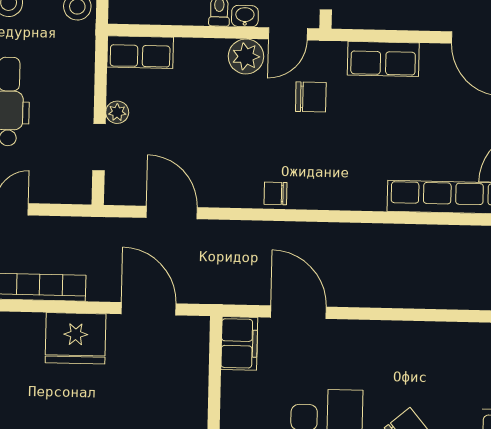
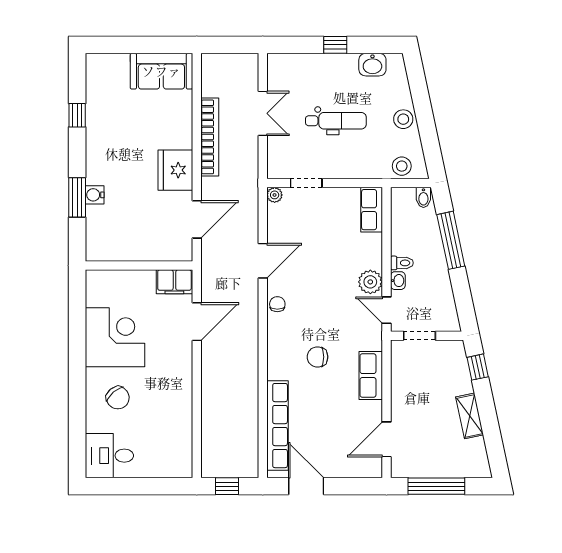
chair: (311, 97) -> (317, 357), moved, turned 90
plant: (117, 112) -> (275, 195), moved
door: (172, 213) -> (263, 261), moved

